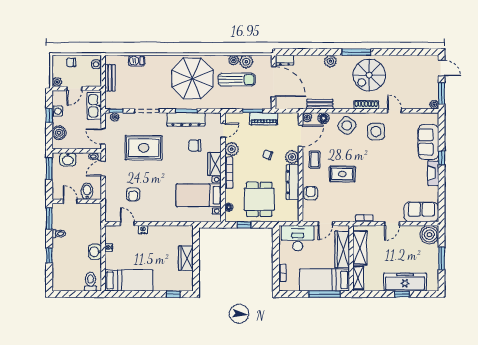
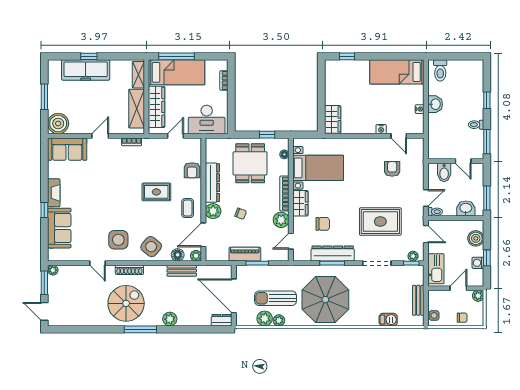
wardrobe: (186, 258) -> (333, 119), moved

